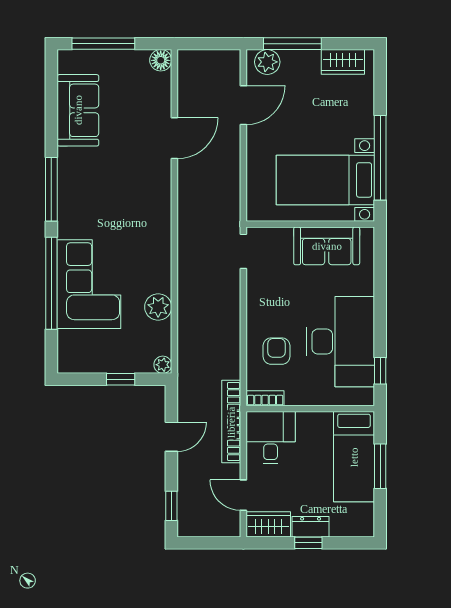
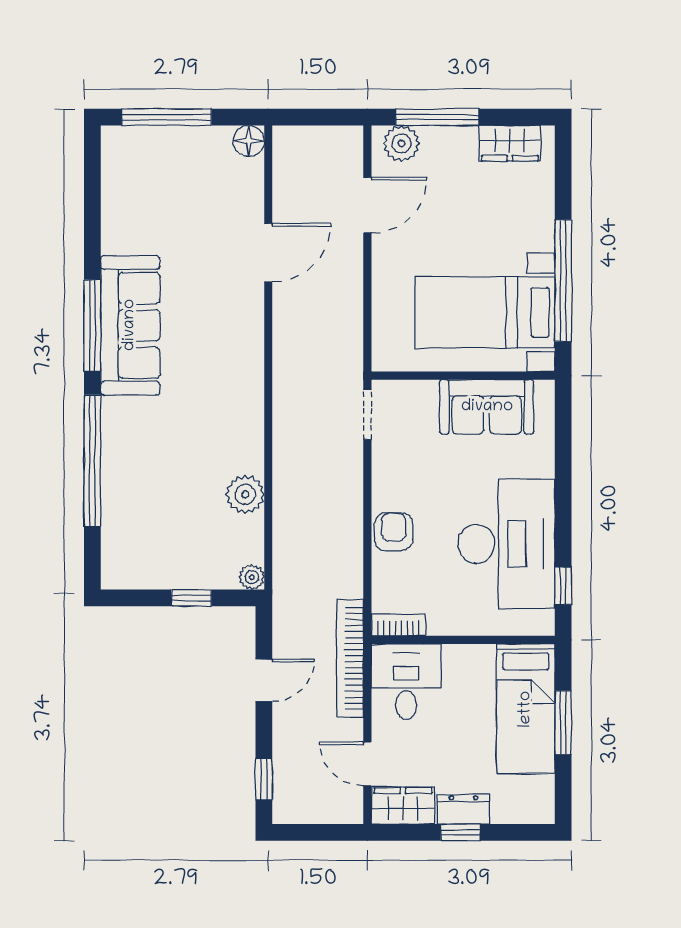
sofa: (78, 110) -> (130, 325), moved, width x1.36
corner sofa: (89, 284) -> (146, 462), removed
armchair: (277, 351) -> (394, 532), moved

